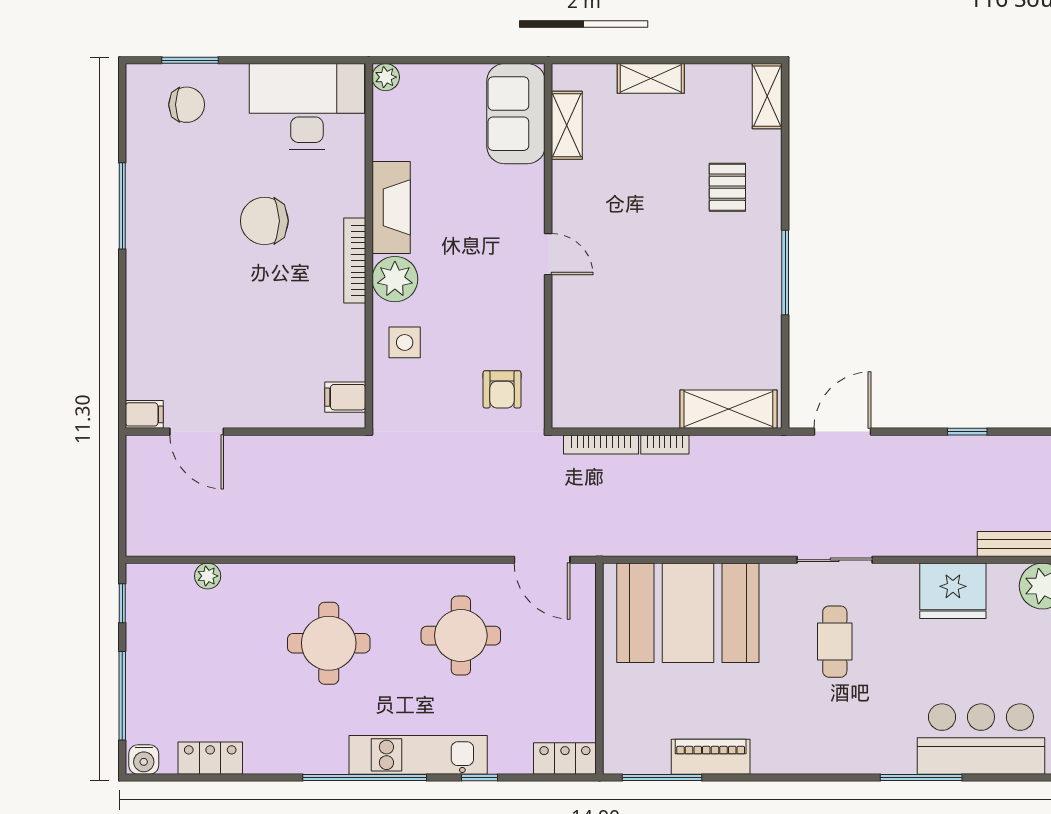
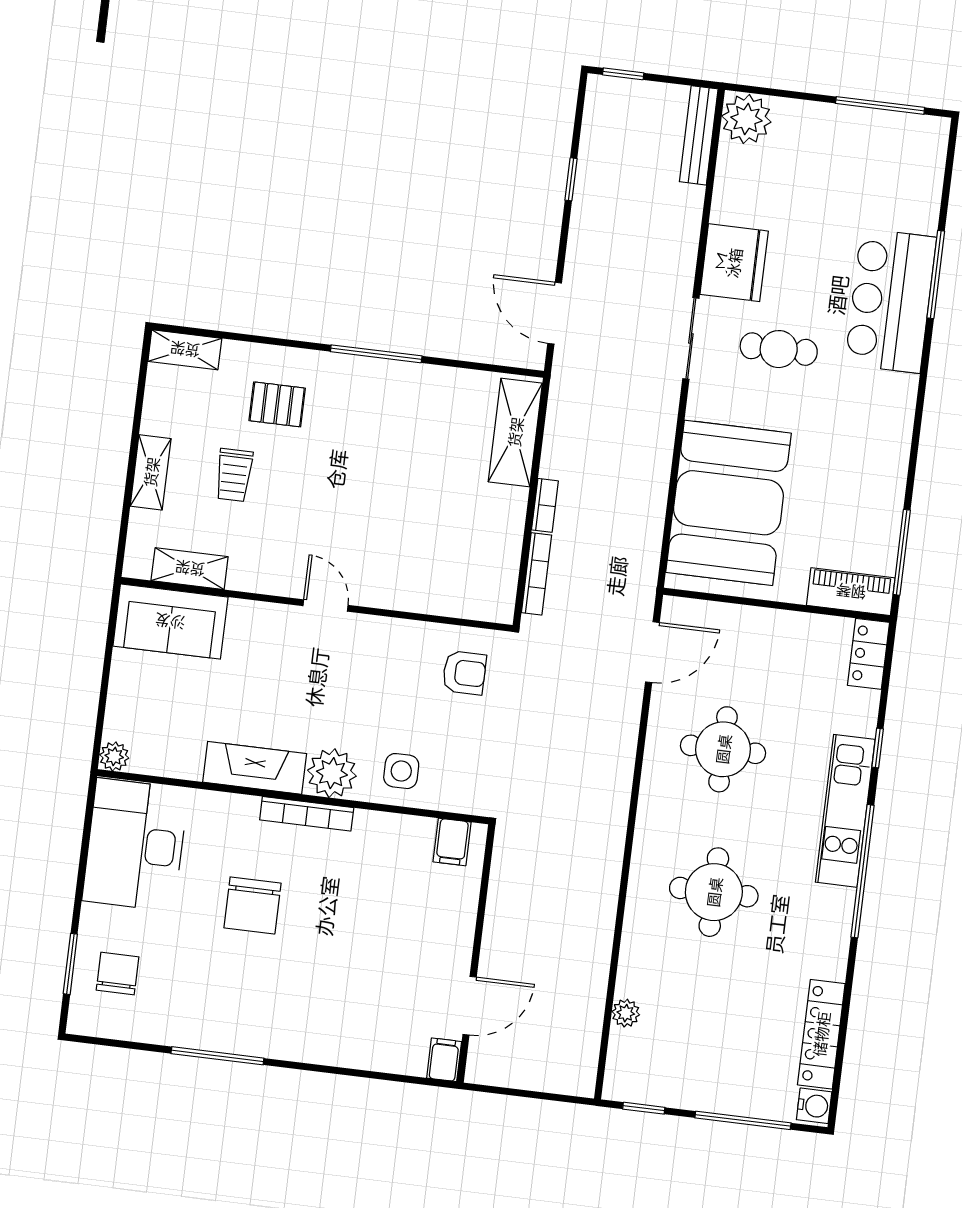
trolley: (658, 155) -> (234, 475), added
door: (548, 254) -> (325, 605), hinge flipped
fridge: (953, 591) -> (734, 263), moved
bar counter: (981, 739) -> (891, 301), moved
piano: (711, 757) -> (851, 592), moved, turned 90
locker: (210, 758) -> (821, 1034), width x1.53

